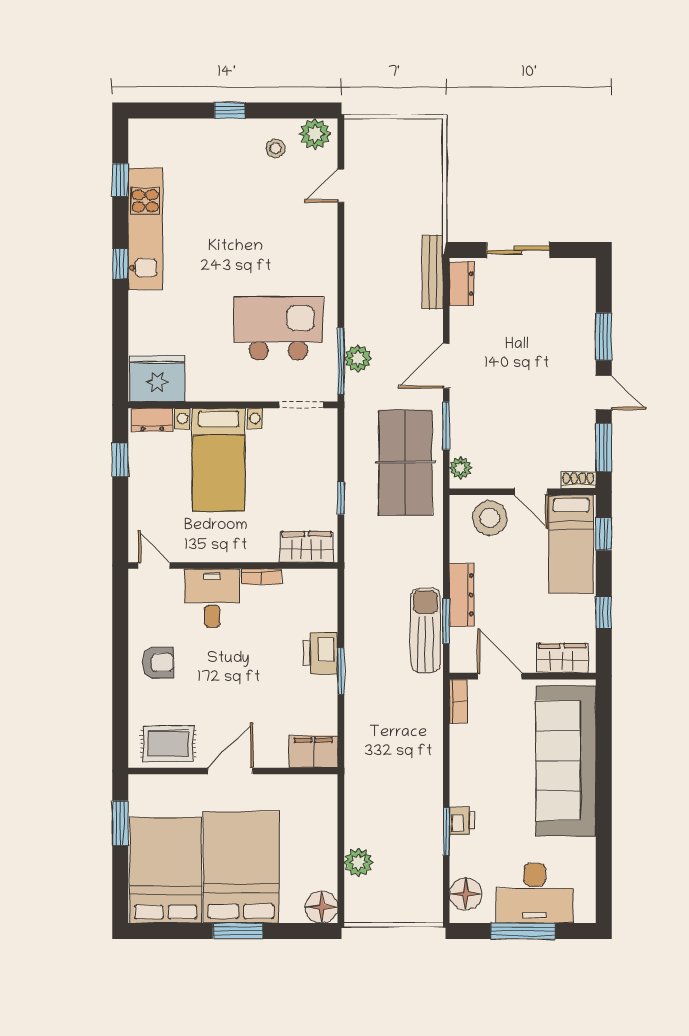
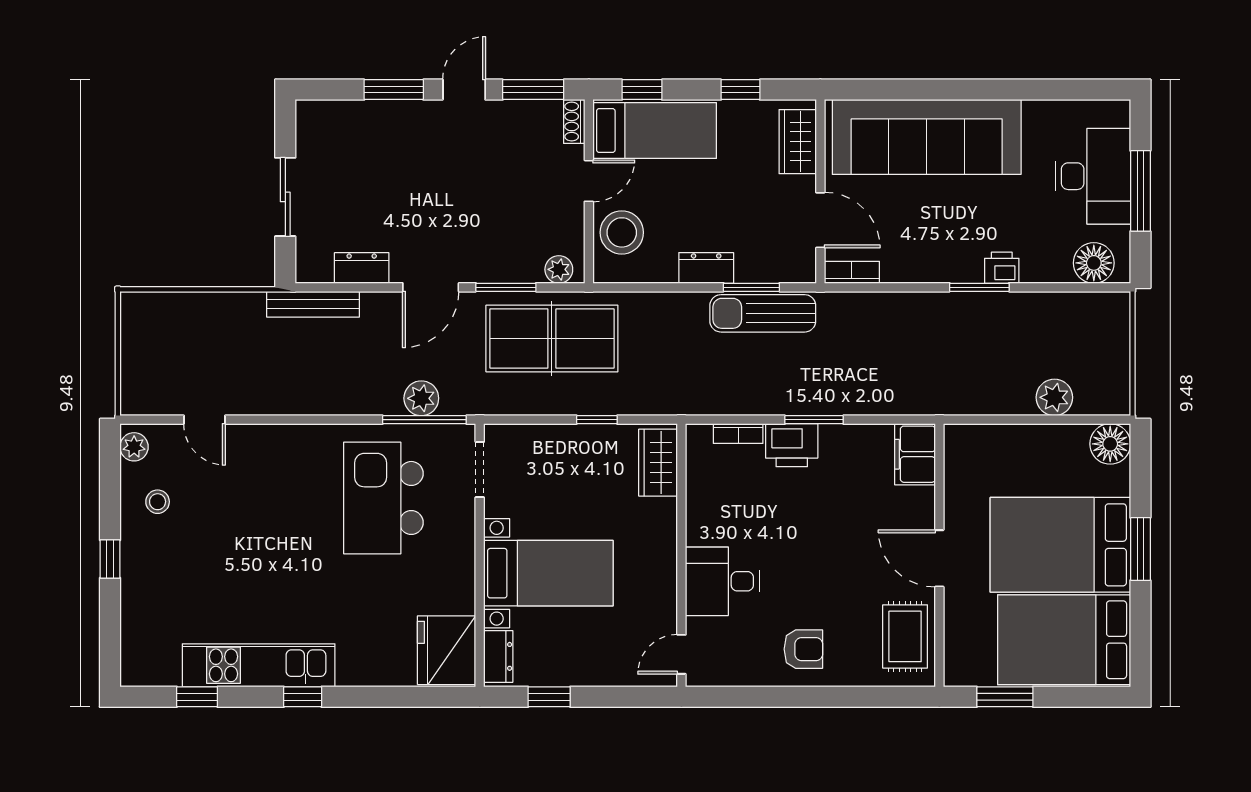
plant: (315, 134) -> (134, 447), width x0.73, depth x0.73
dresser: (462, 284) -> (362, 268), moved
door: (446, 366) -> (431, 287), hinge flipped
bookcase: (261, 577) -> (738, 434), moved, turned 90
dresser: (462, 595) -> (706, 268), width x0.70
armchair: (158, 663) -> (803, 649), turned 90
door: (500, 676) -> (820, 220), swing flipped
window: (446, 832) -> (979, 287), moved

